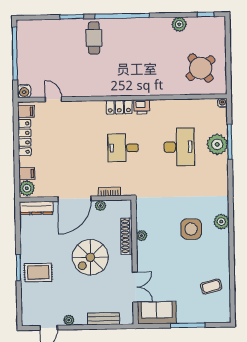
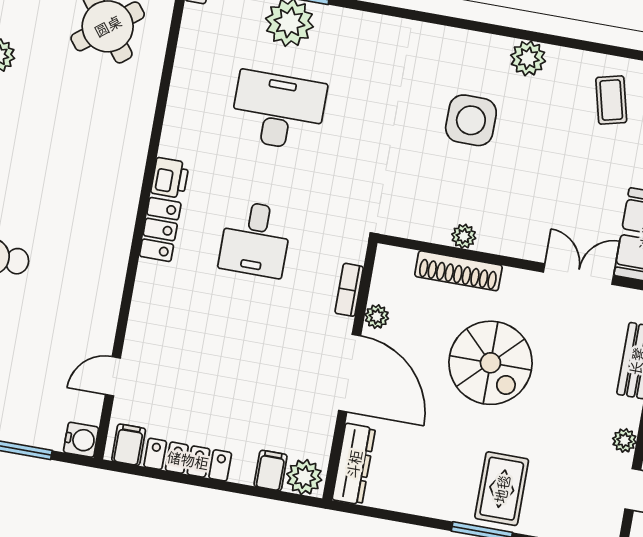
plant: (221, 222) -> (528, 58), moved

